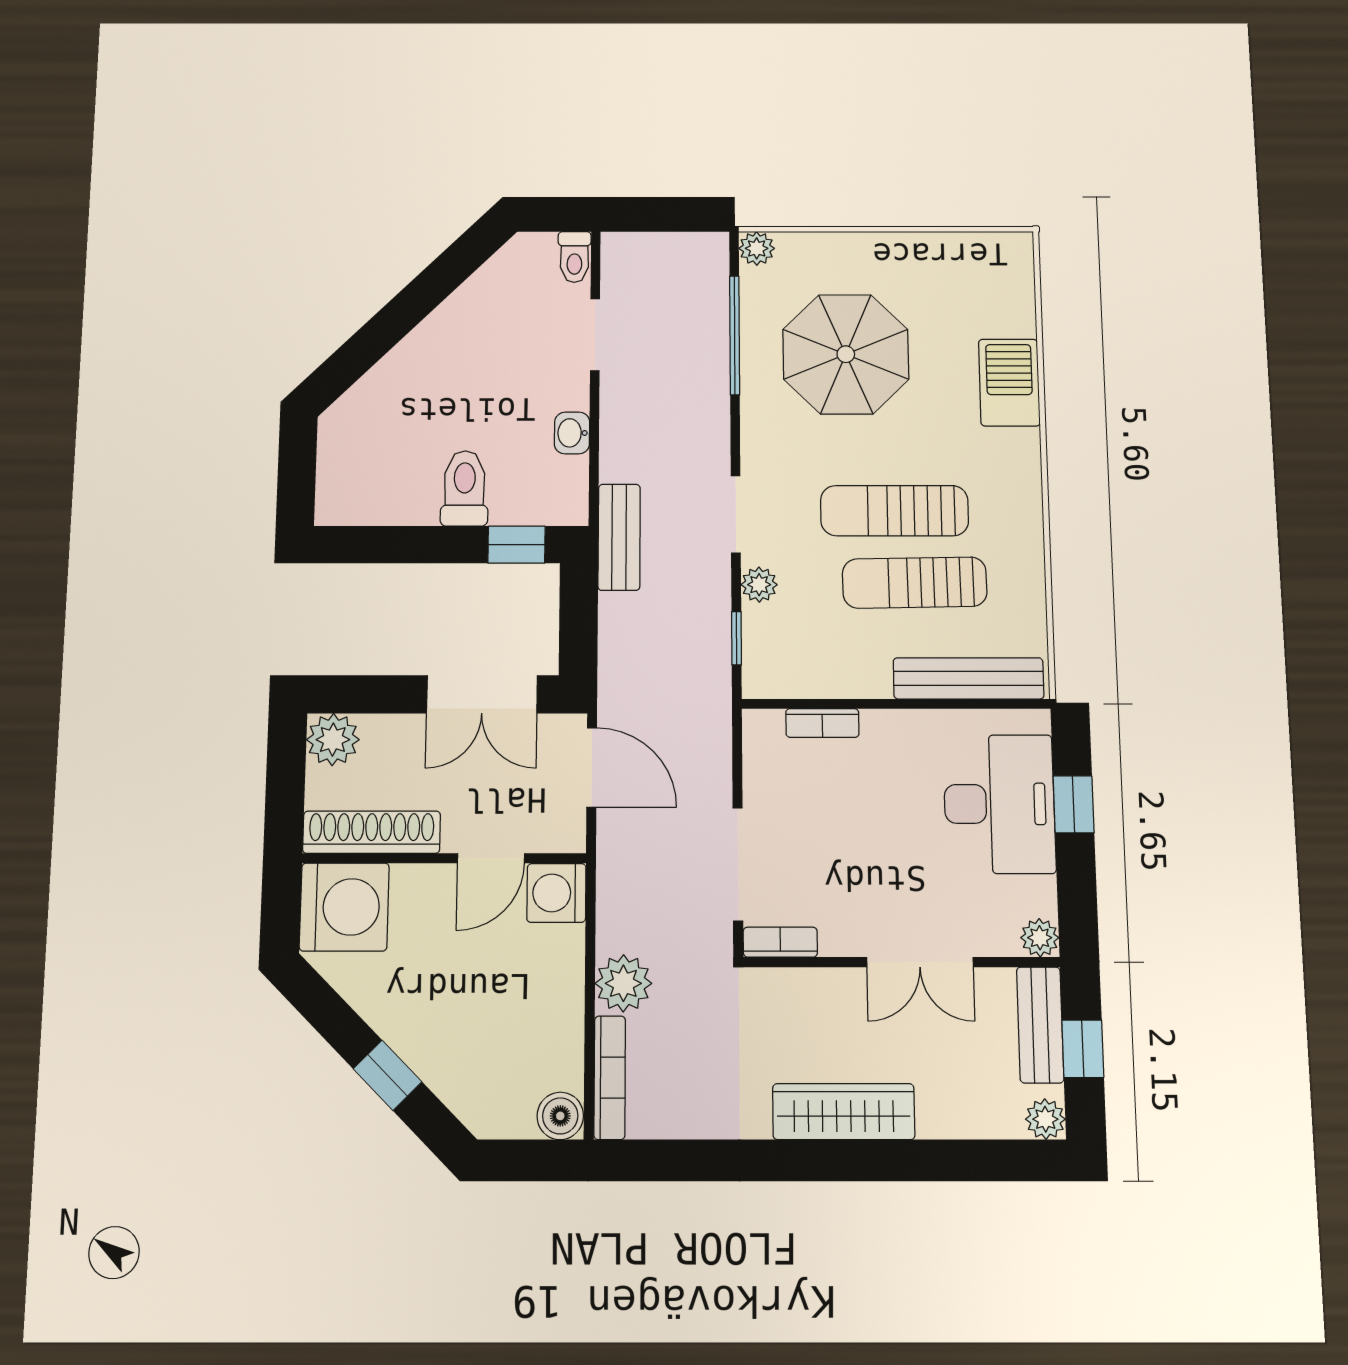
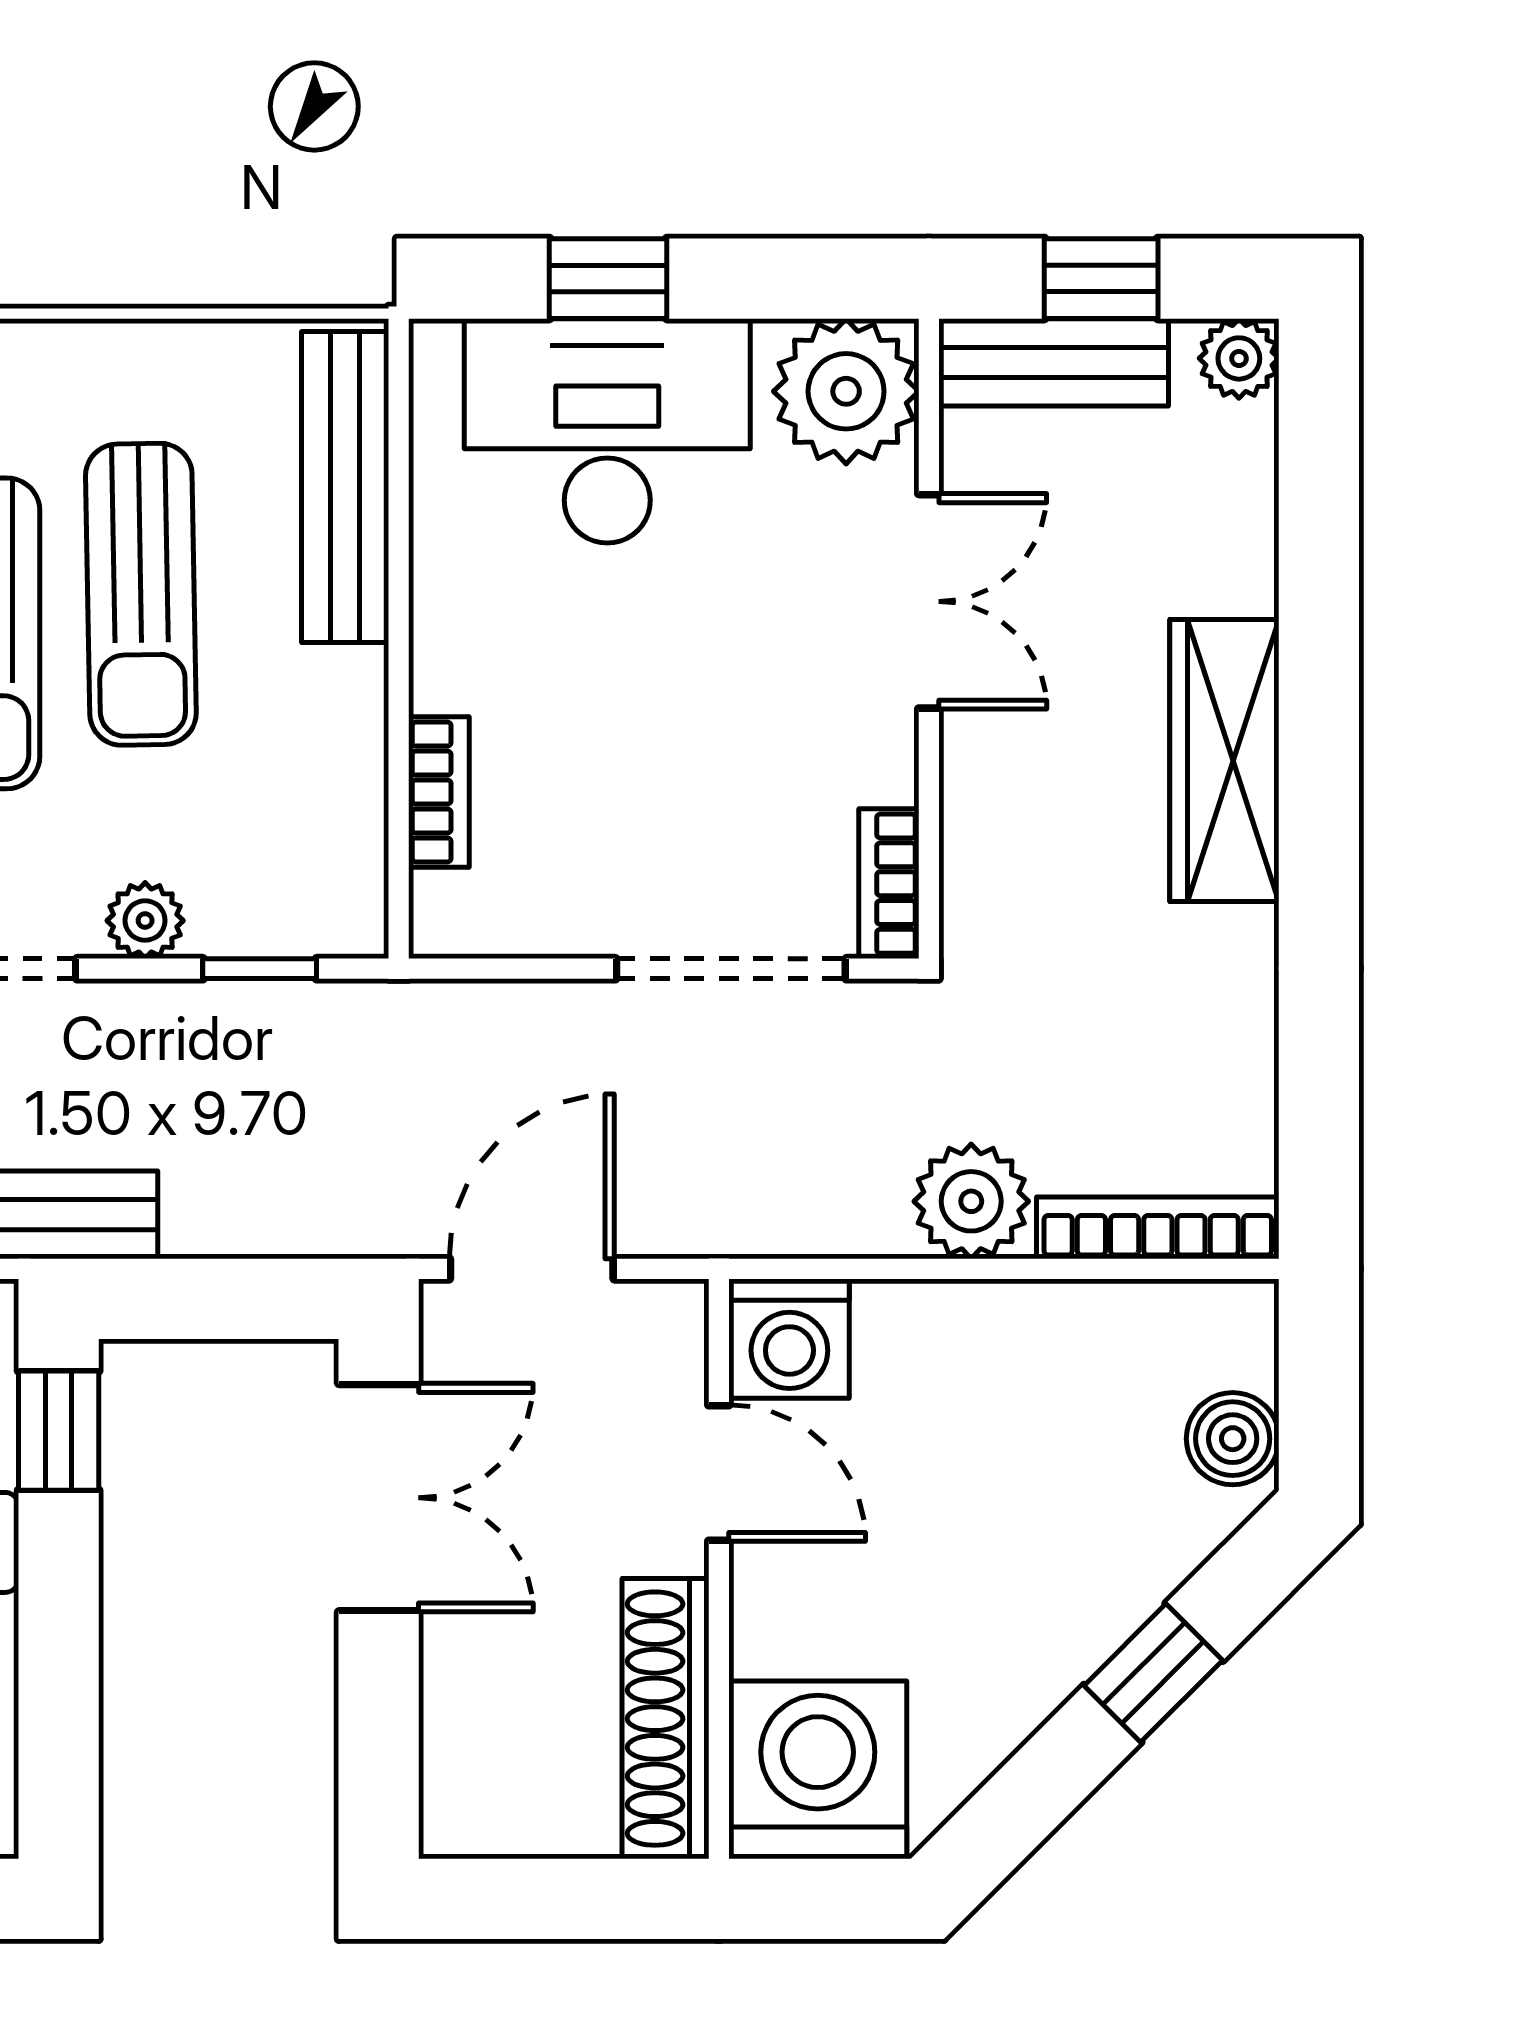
plant: (333, 740) -> (474, 1804), removed
plant: (1040, 938) -> (846, 391), width x1.88, depth x1.88
boiler: (560, 1116) -> (1233, 1439), moved

